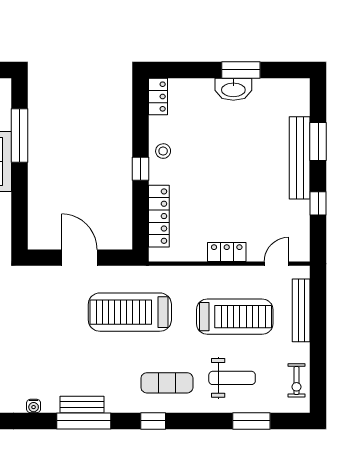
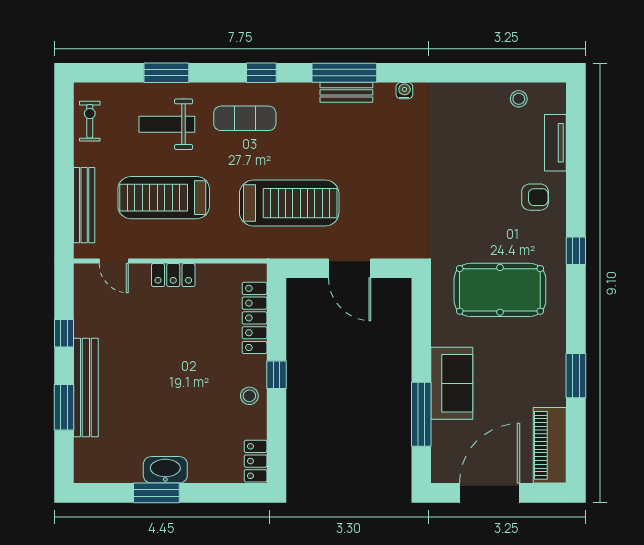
door: (277, 264) -> (114, 261), hinge flipped
window: (251, 421) -> (166, 73), moved

